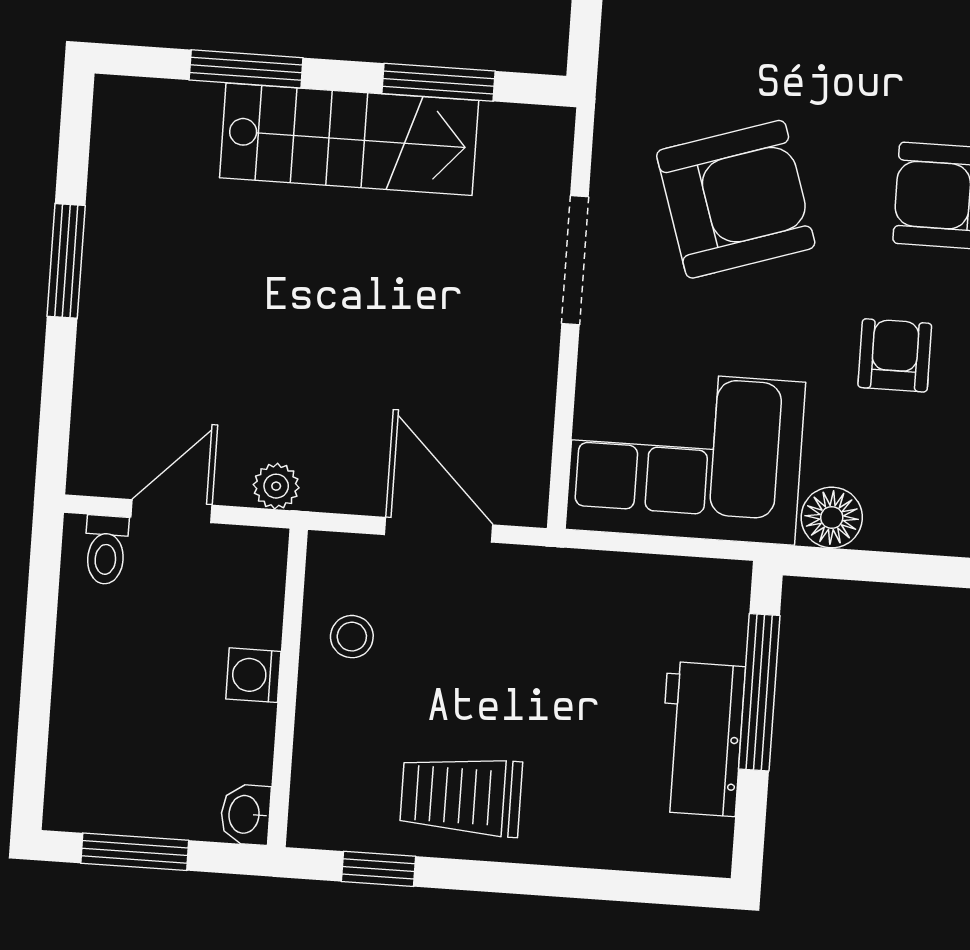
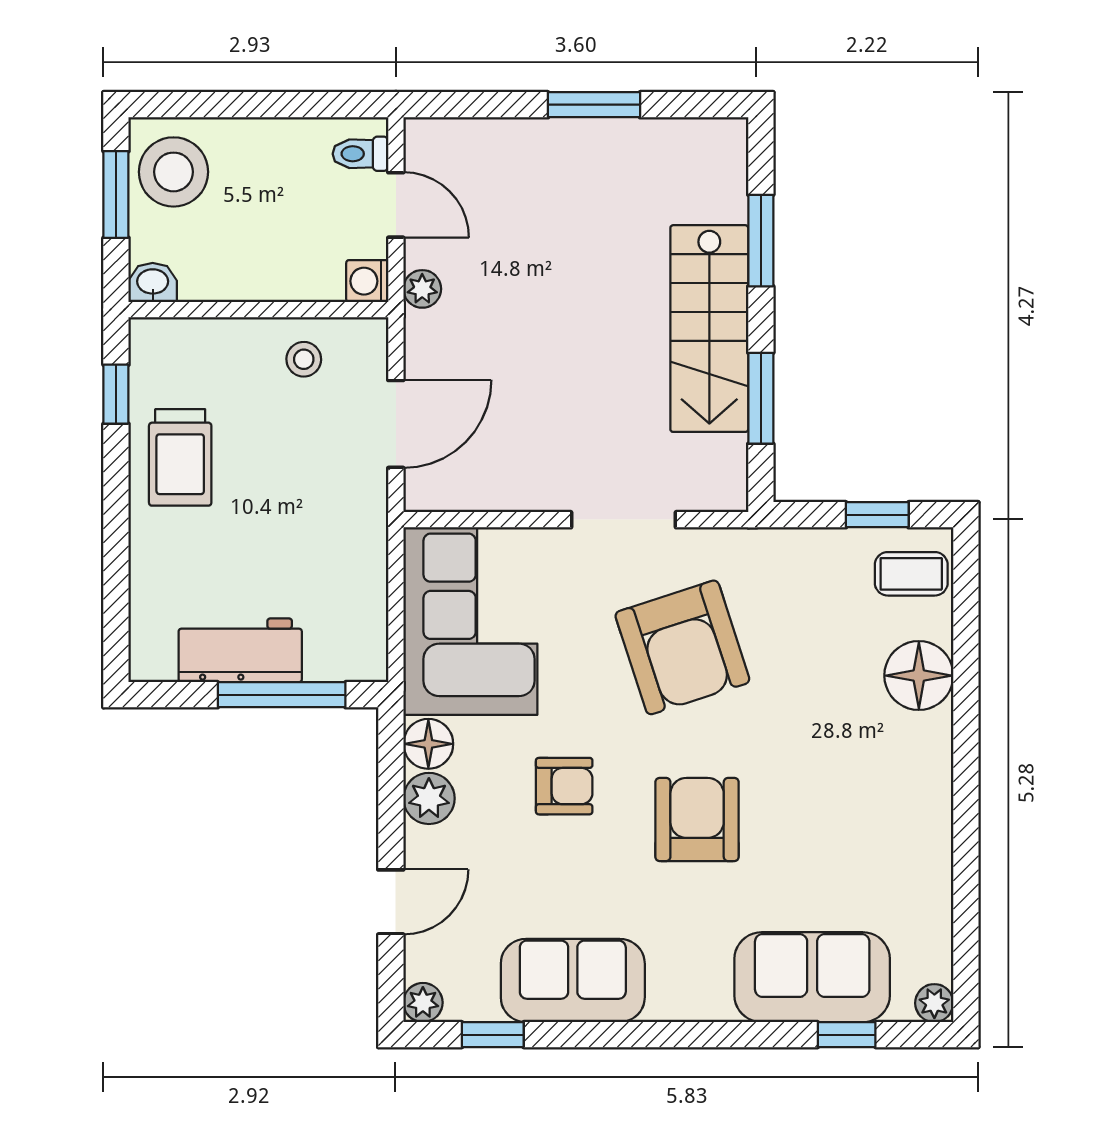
plant: (898, 521) -> (429, 798), added
washing machine: (253, 675) -> (367, 281), moved, turned -90
stool: (112, 780) -> (173, 172), added
trolley: (461, 796) -> (180, 457), turned 180

